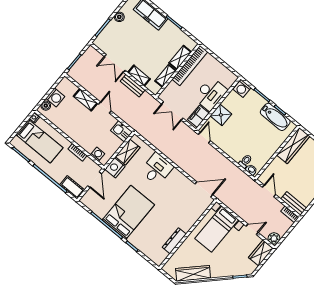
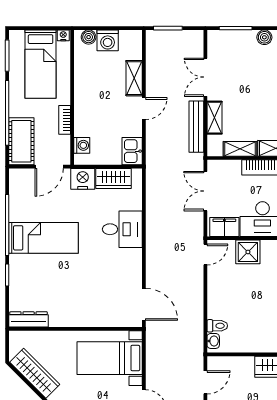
bench: (133, 86) -> (196, 127), width x1.36
cot: (72, 187) -> (21, 141), width x1.37, depth x1.34
bed: (128, 212) -> (43, 238), width x0.67
dresser: (174, 241) -> (29, 319), moved

